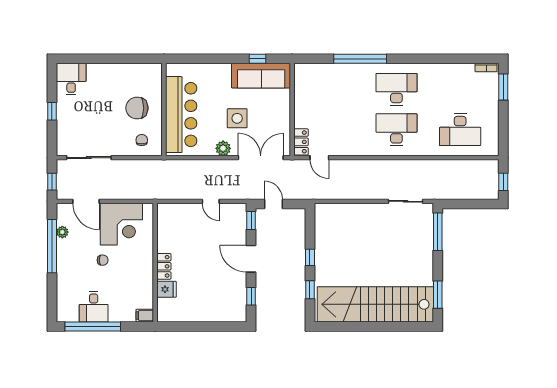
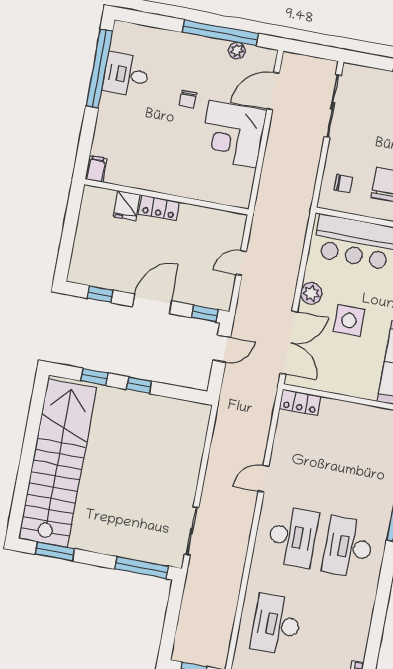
desk: (396, 89) -> (348, 547), turned 180
door: (319, 158) -> (264, 479), moved
window: (52, 182) -> (309, 49), removed
wall: (155, 263) -> (166, 197), moved
locker: (164, 266) -> (159, 208), moved
fridge: (167, 289) -> (127, 206), moved
filing cabinet: (145, 316) -> (96, 169), moved

